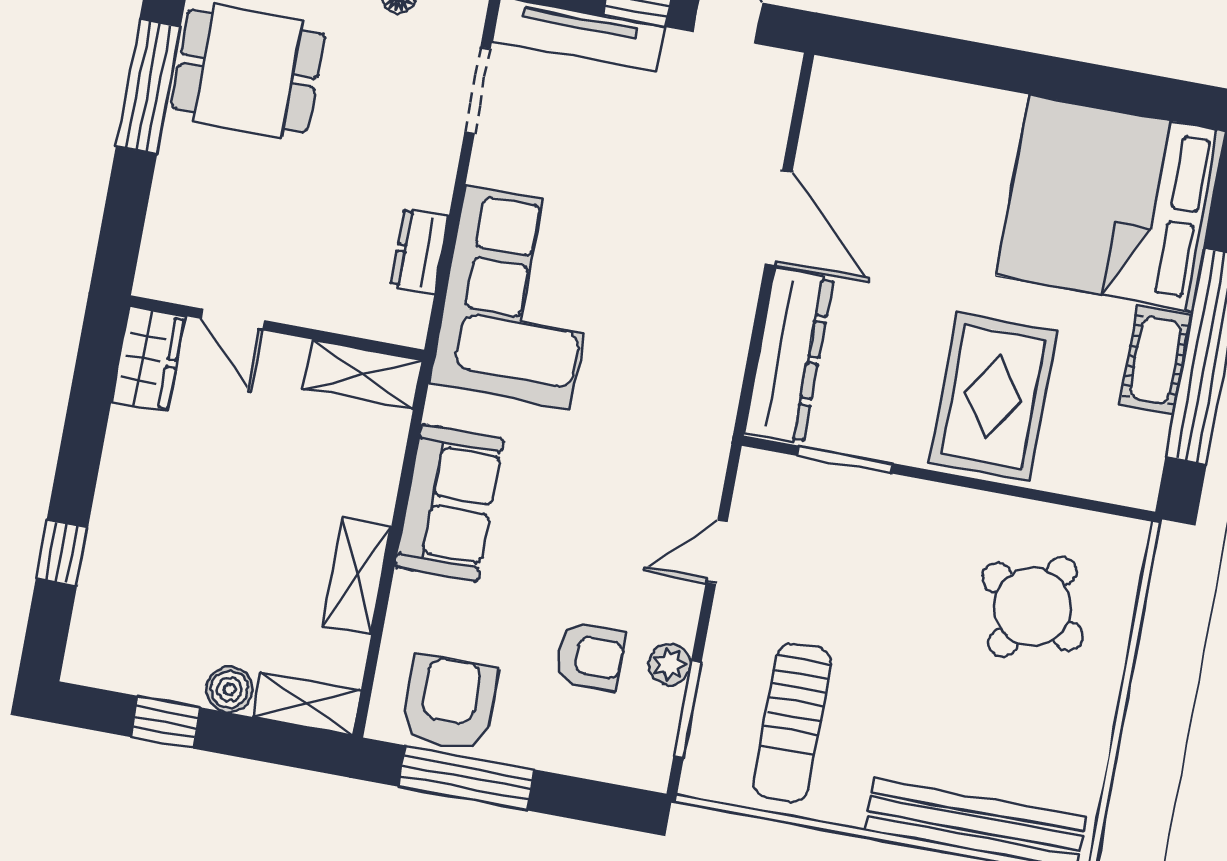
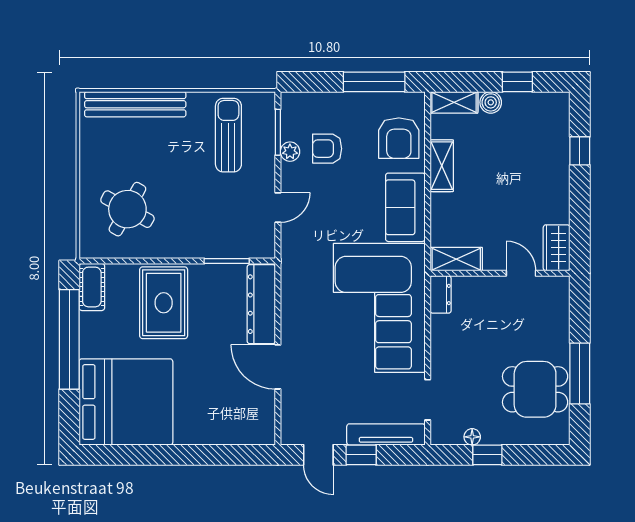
dresser: (420, 251) -> (441, 294), moved
corner sofa: (518, 297) -> (379, 308), width x1.36, depth x1.36
cot: (1156, 360) -> (92, 287), moved
armchair: (449, 703) -> (399, 138), moved

